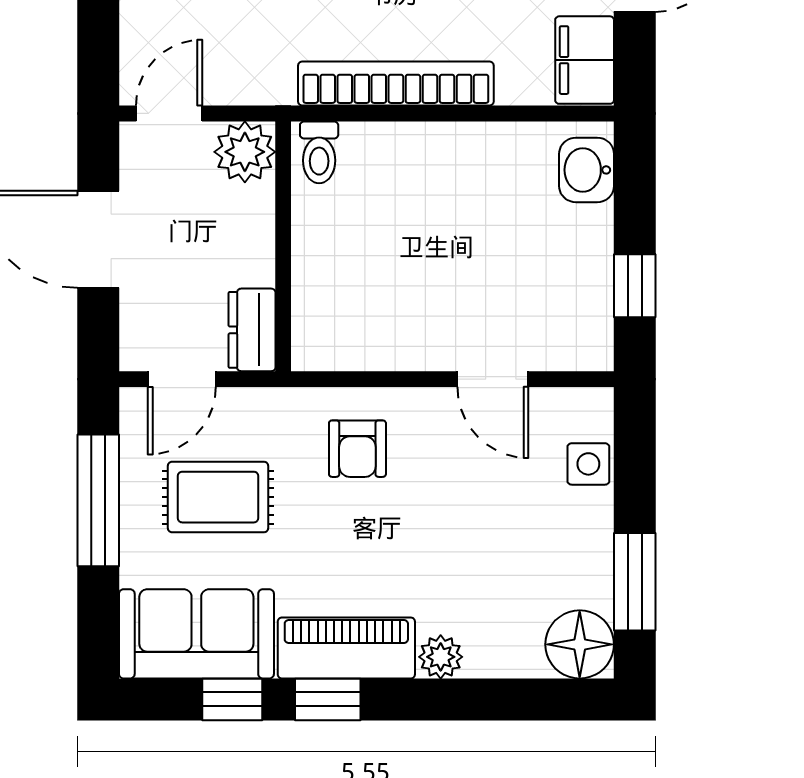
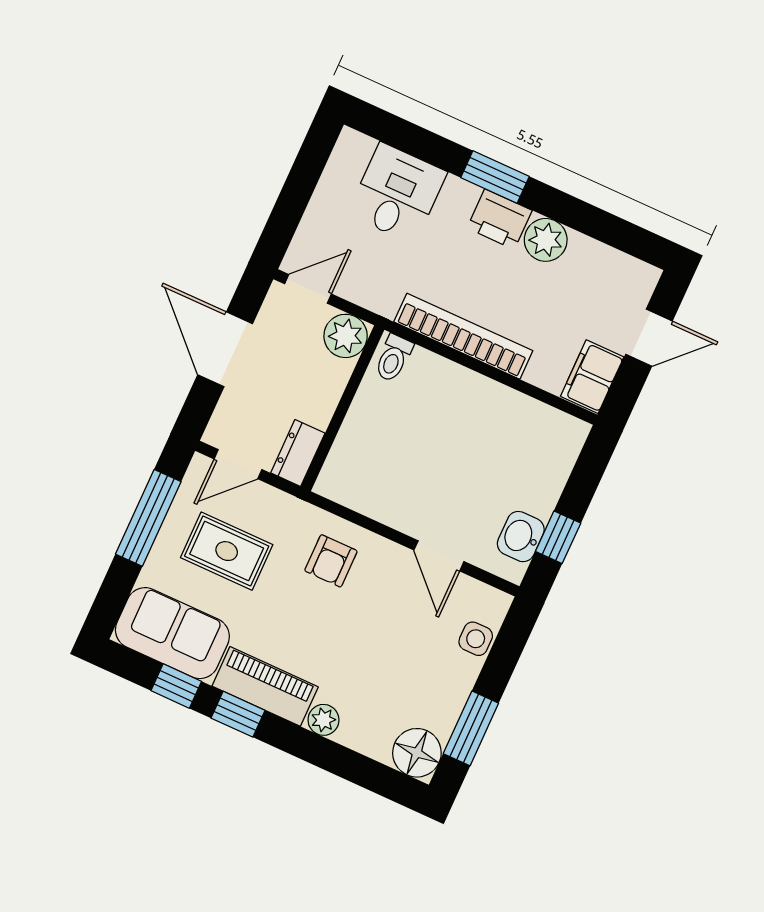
washbasin: (587, 170) -> (521, 537), moved

